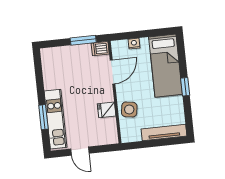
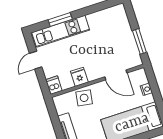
dishwasher: (100, 49) -> (54, 85), moved

